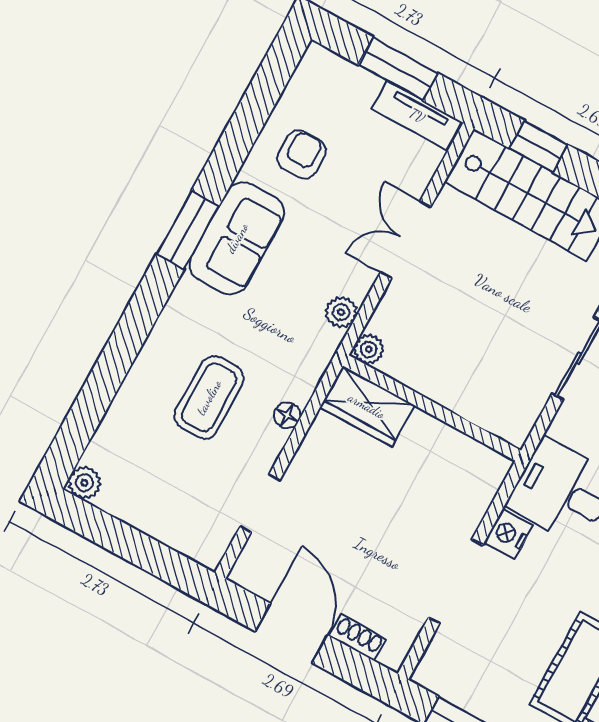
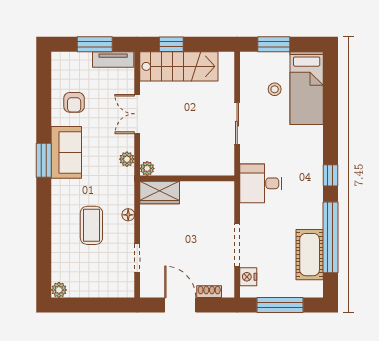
armchair: (302, 155) -> (74, 102), turned 180
nightstand: (508, 534) -> (248, 277), moved

